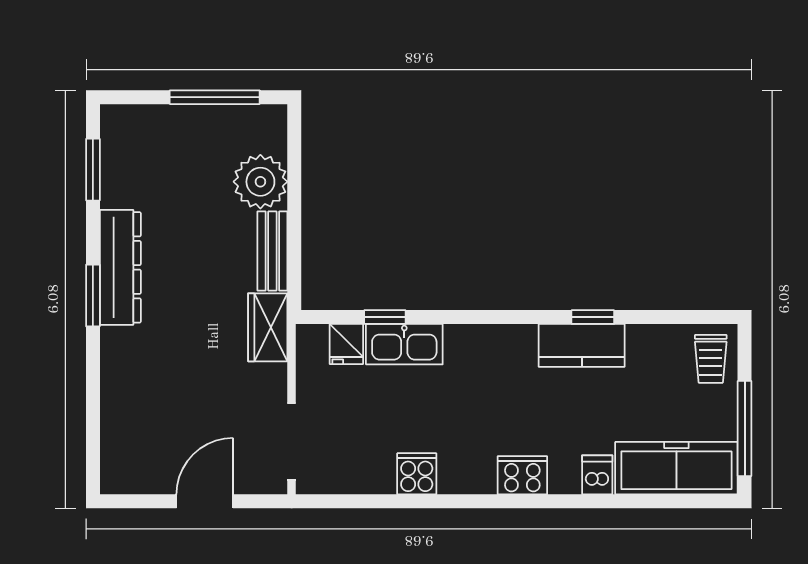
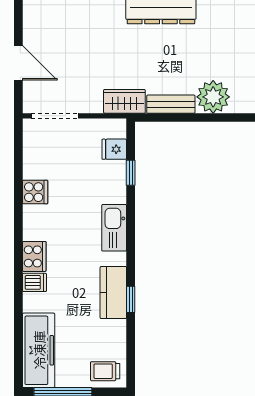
kitchen sink: (404, 344) -> (114, 228), moved
dishwasher: (597, 475) -> (34, 282), moved

